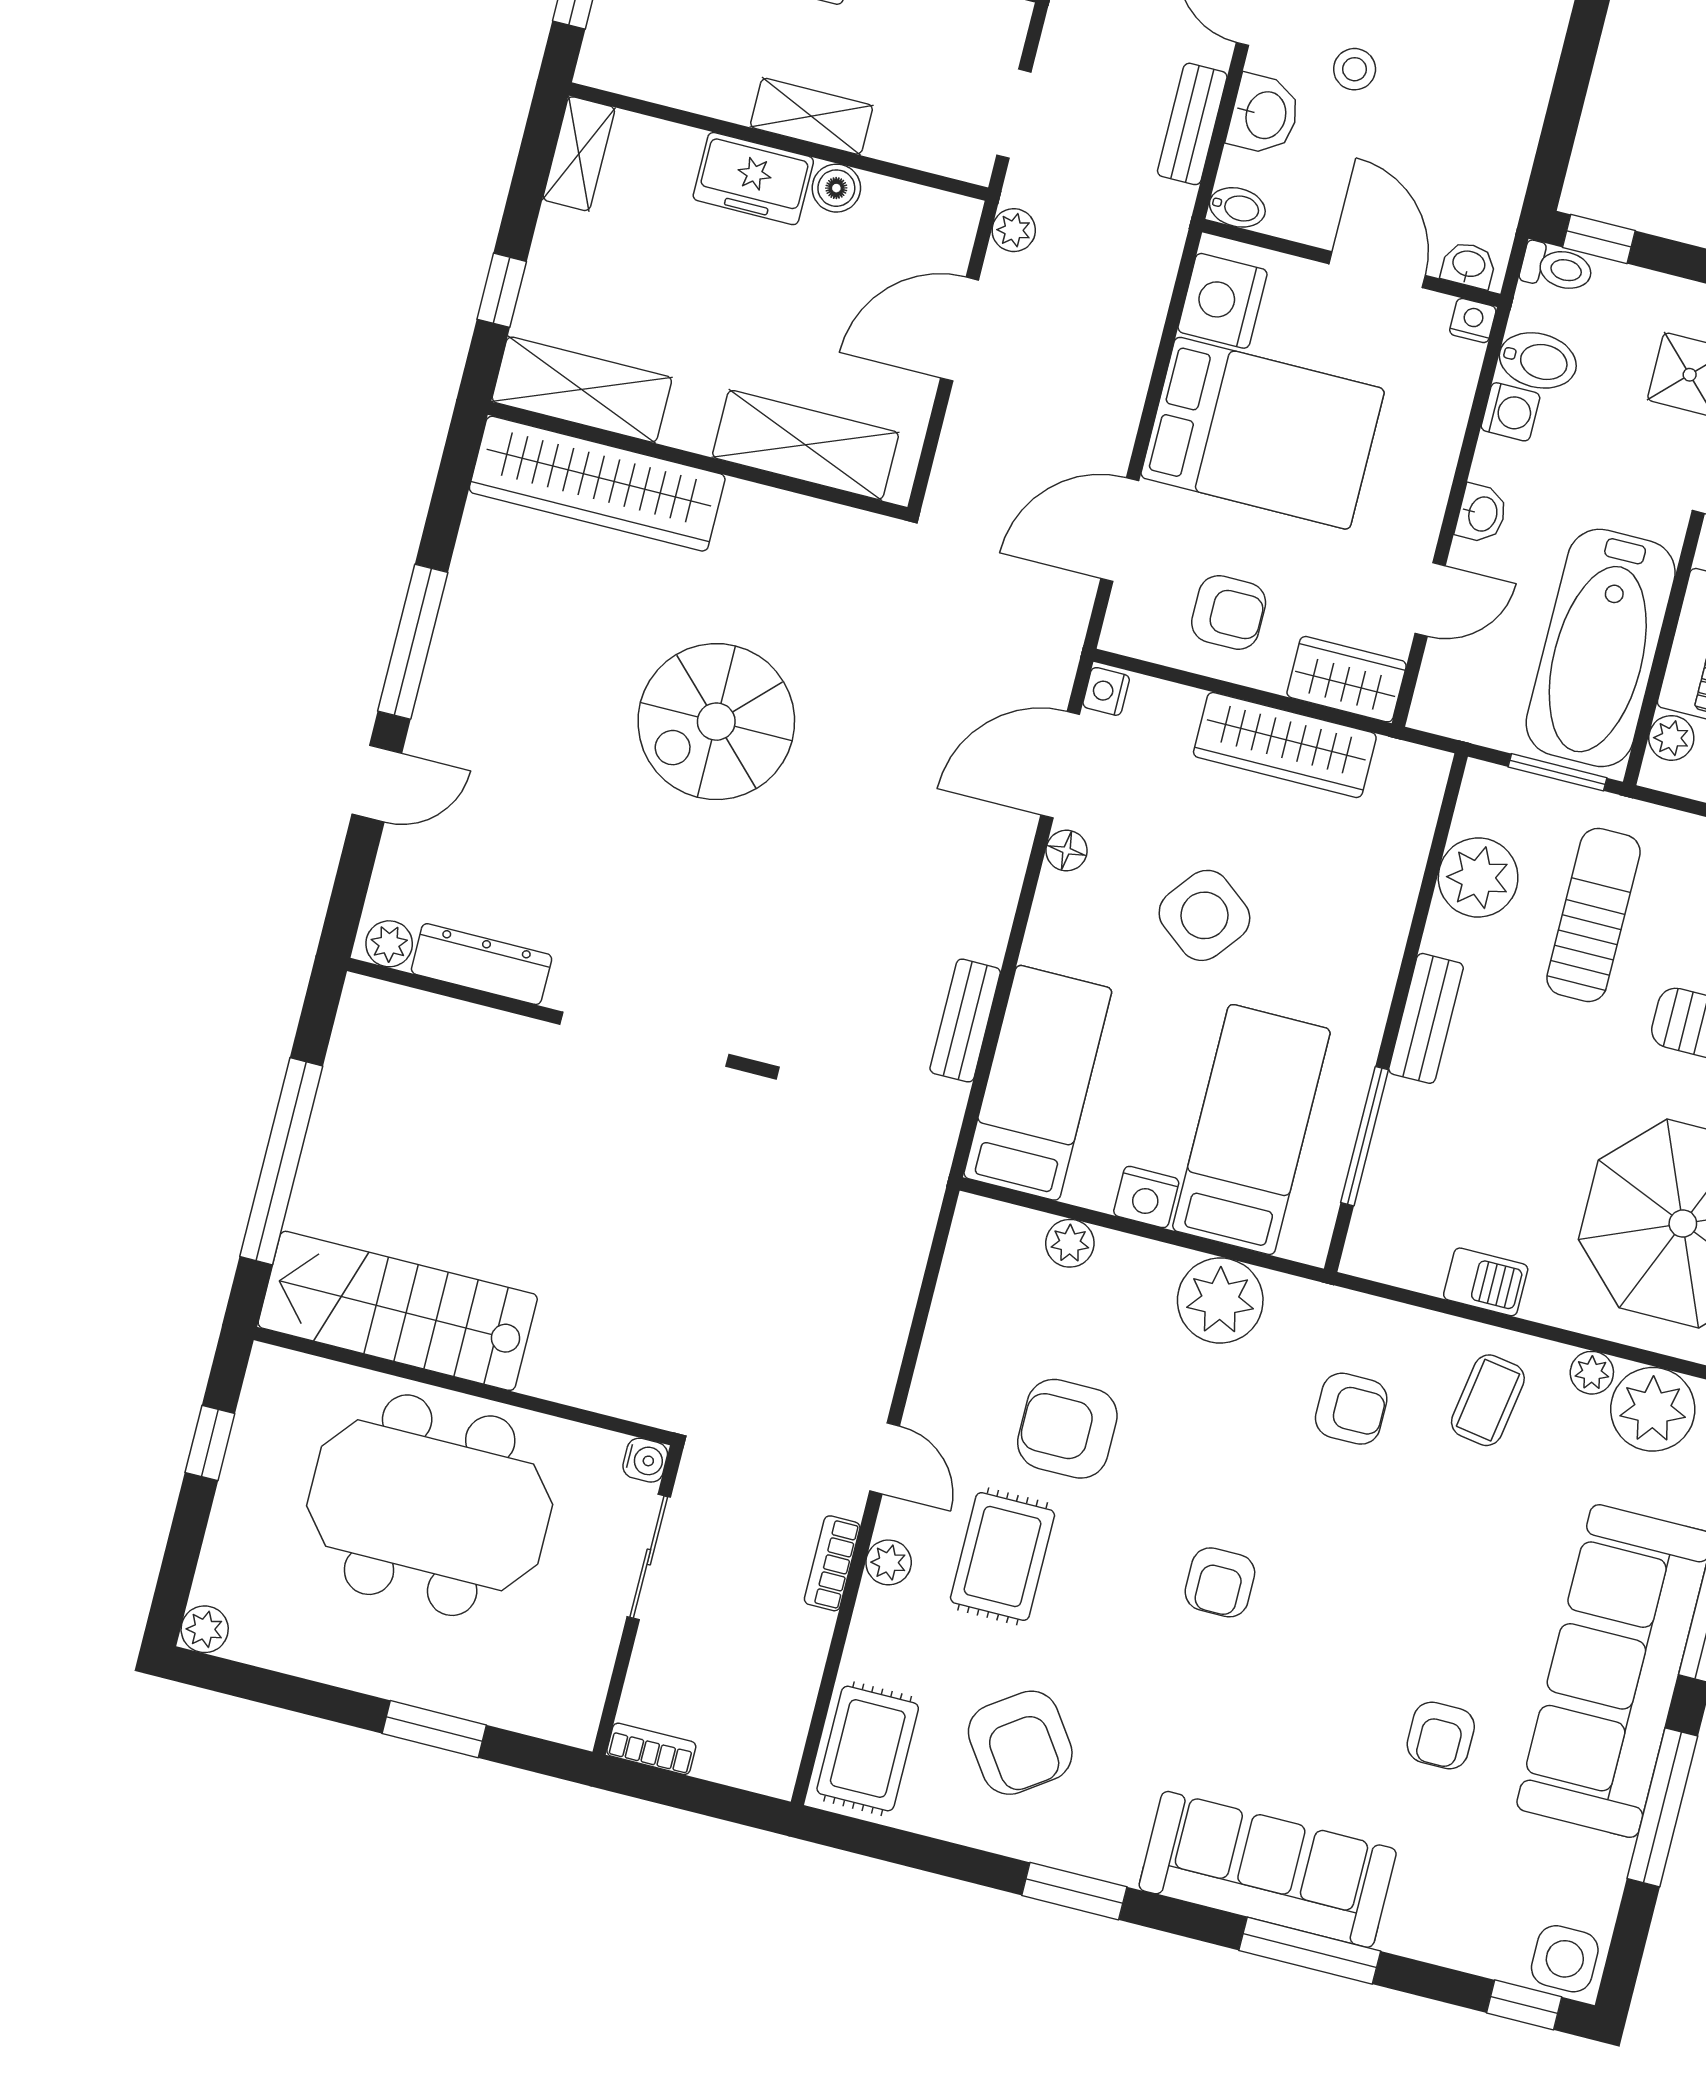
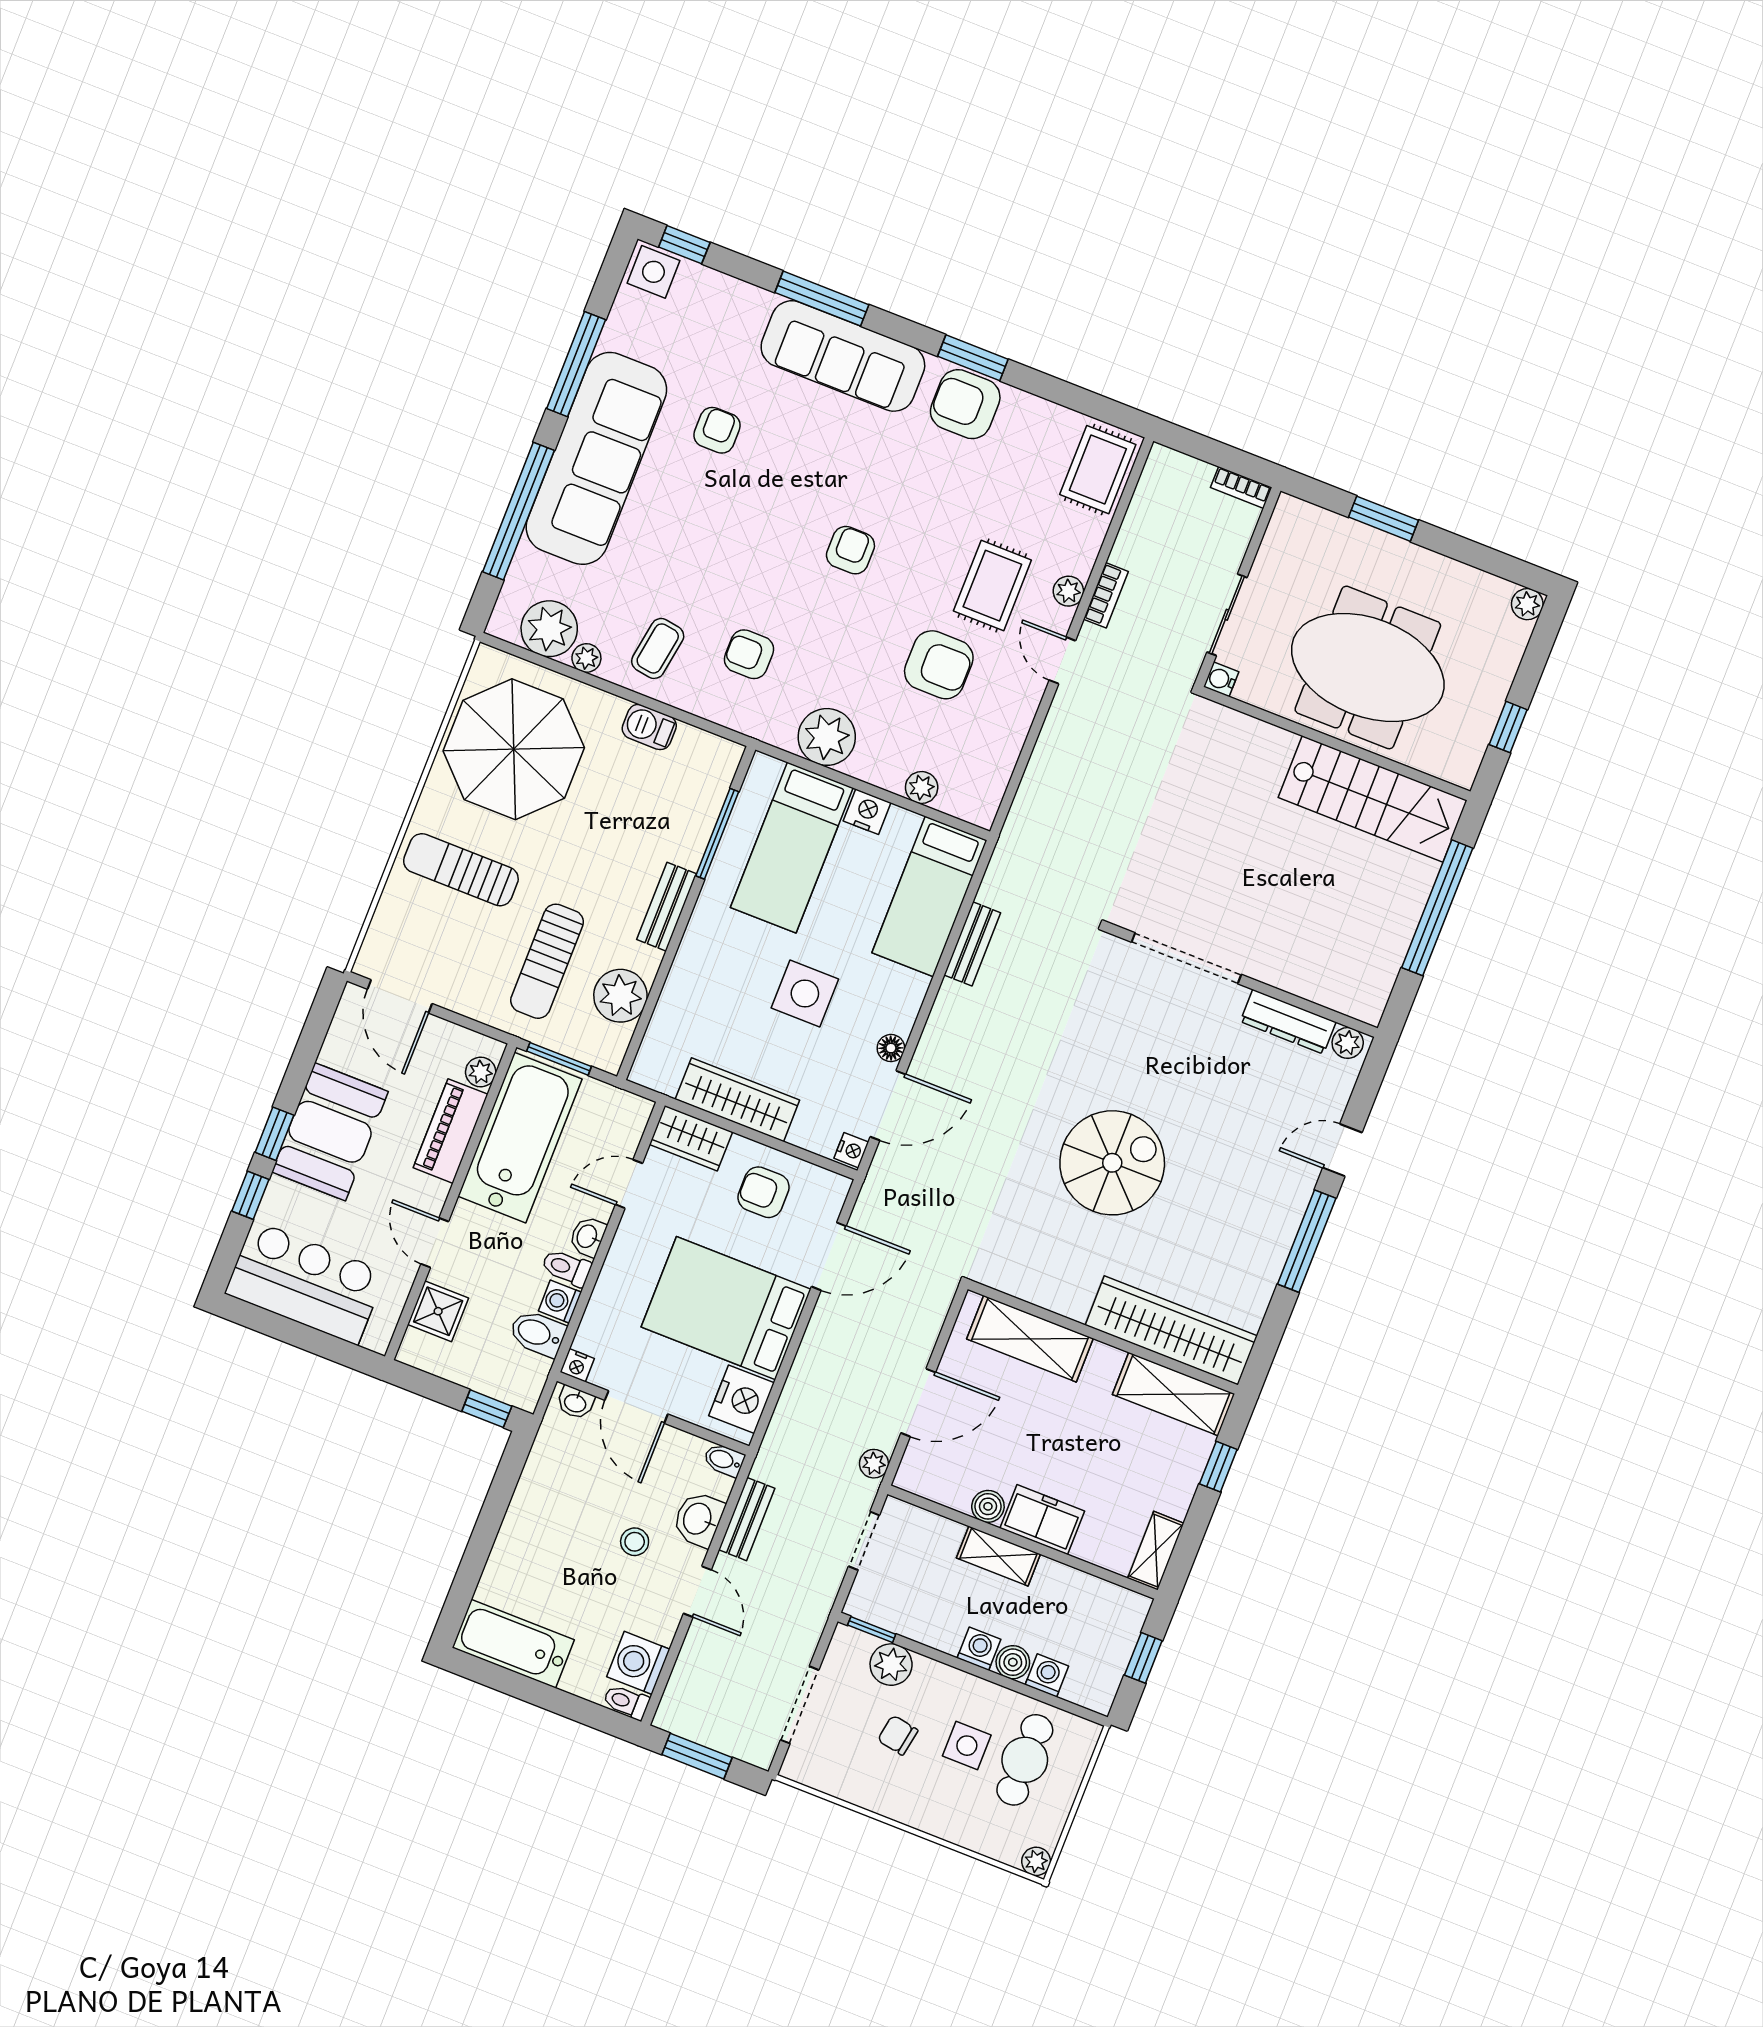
toilet: (1557, 268) -> (566, 1268), moved
side table: (1204, 915) -> (805, 993), turned -38
armchair: (1020, 1743) -> (965, 404), moved, turned -55

